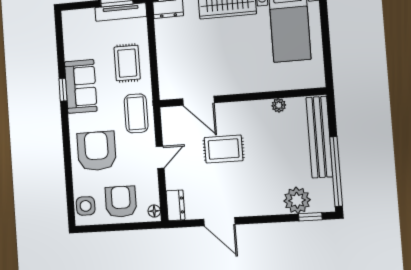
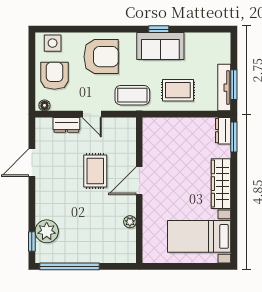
door: (198, 101) -> (139, 181), moved
bench: (319, 137) -> (100, 254), removed
armchair: (121, 202) -> (54, 76), turned -90
dresser: (175, 205) -> (66, 125), moved

